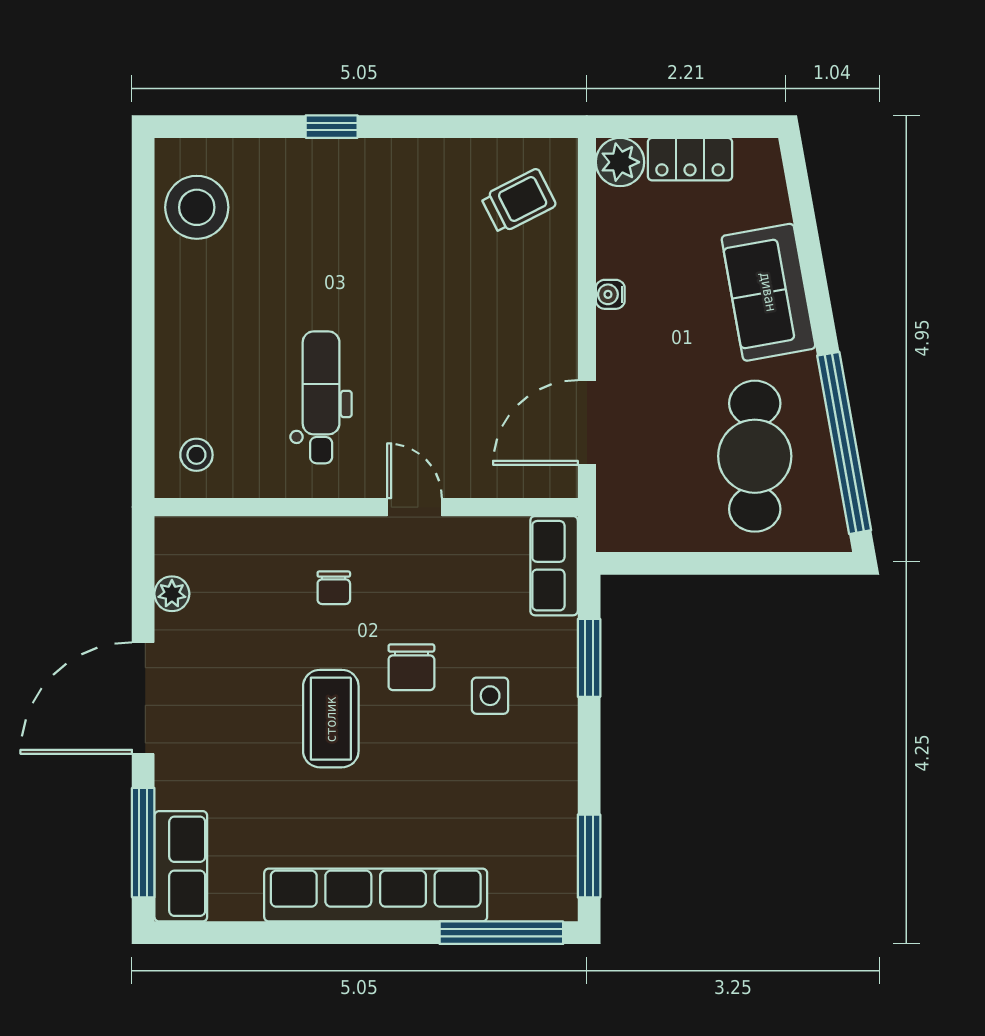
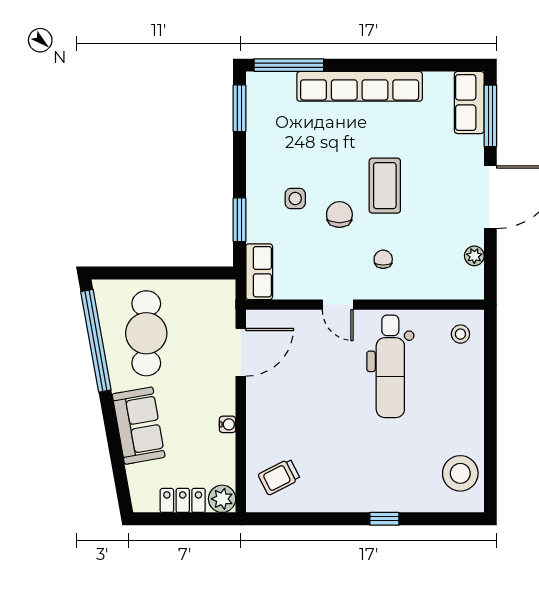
dental chair: (321, 397) -> (390, 366), width x1.36, depth x1.38

